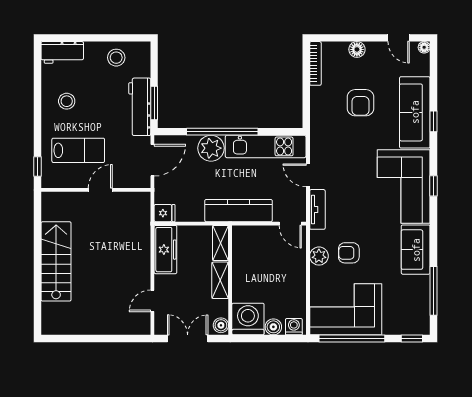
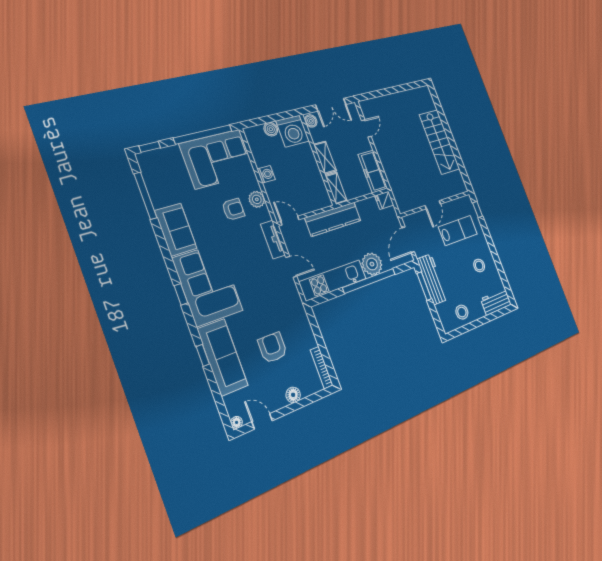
lab bench: (78, 150) -> (458, 231), turned 180
washing machine: (294, 327) -> (266, 174), moved, turned -90

